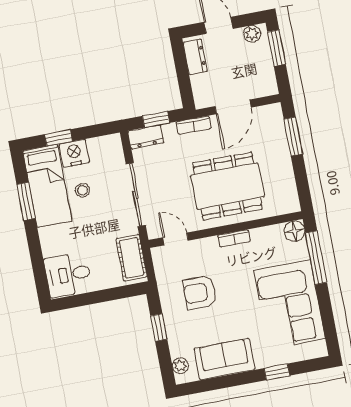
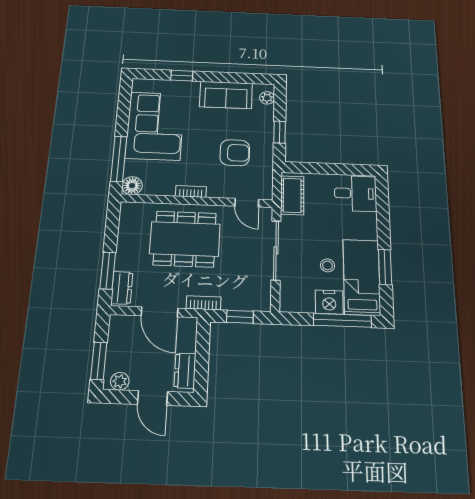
door: (233, 107) -> (160, 312), swing flipped
dresser: (146, 137) -> (122, 288), moved, turned 90
window: (59, 138) -> (342, 320), width x2.17

